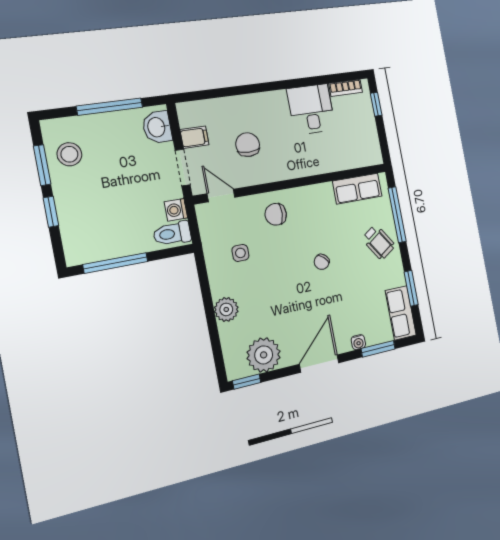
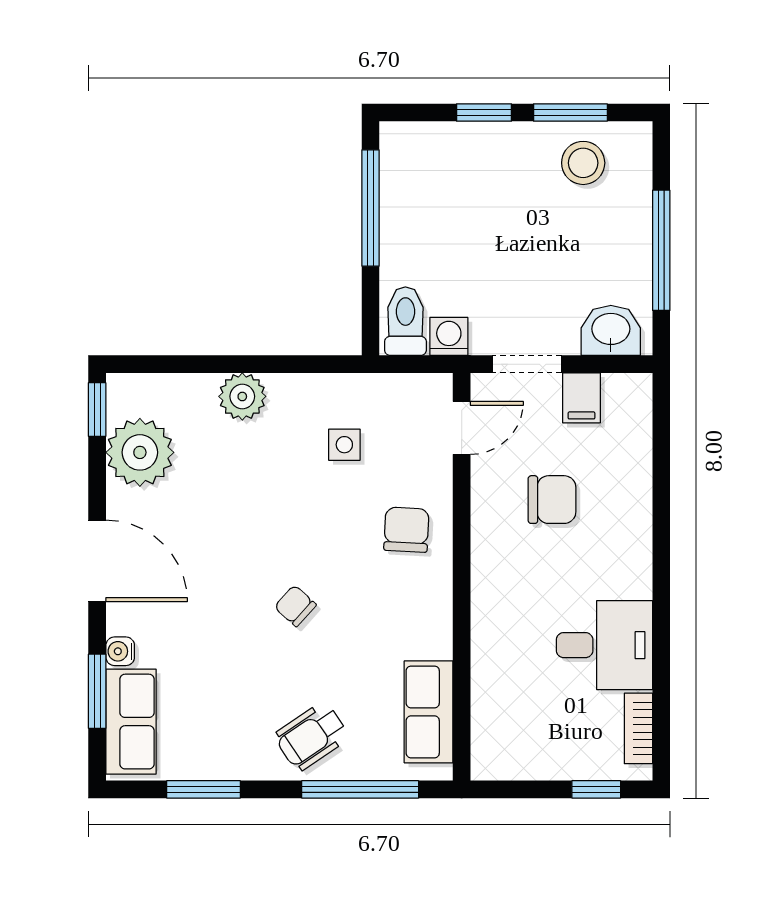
row of seats: (401, 313) -> (131, 722), moved, turned 90

